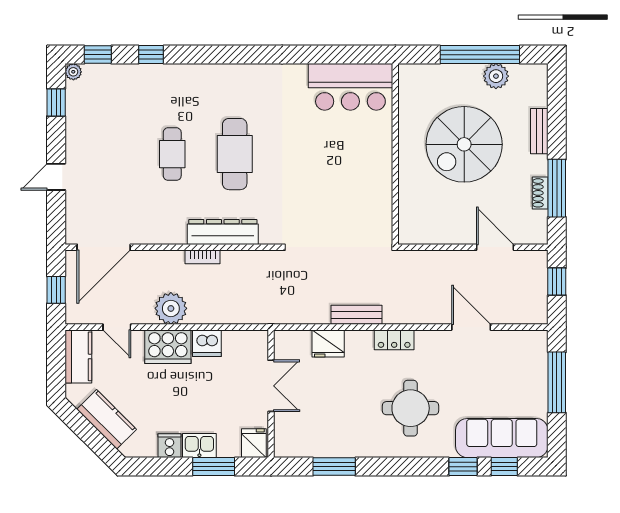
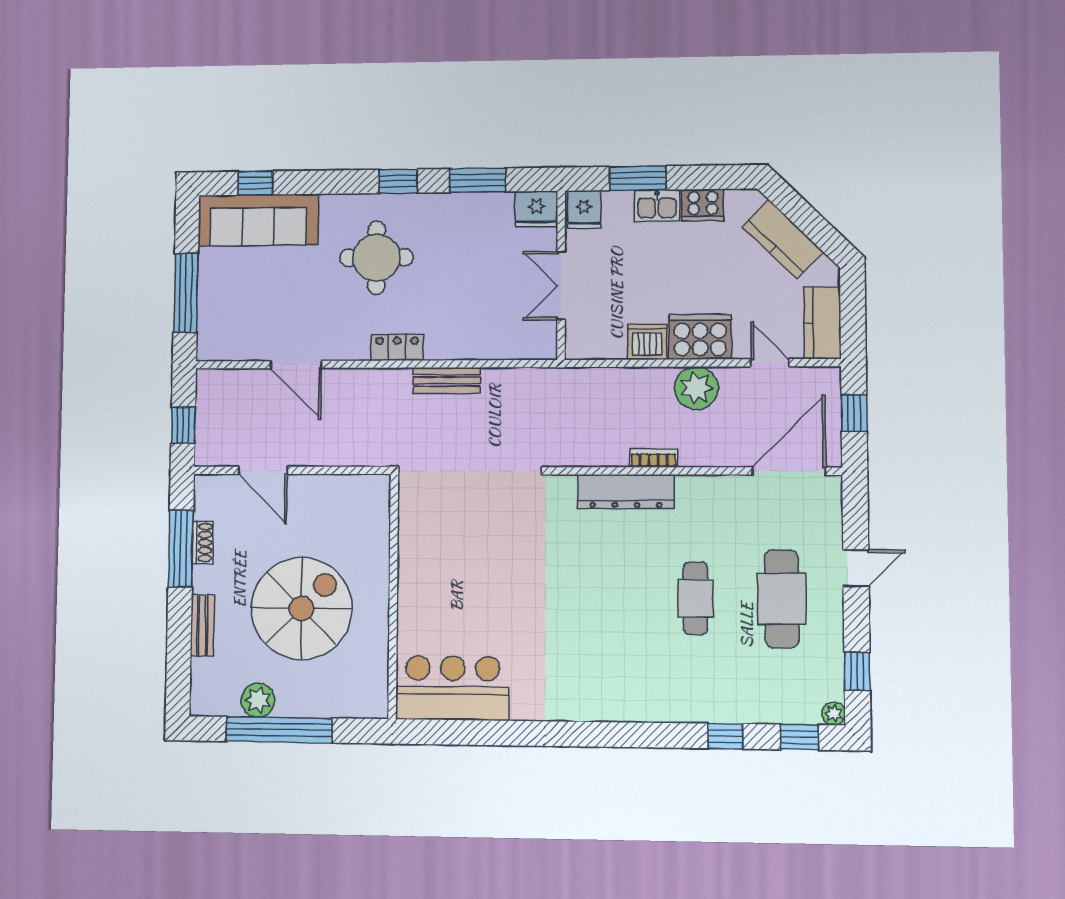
cafe table: (235, 154) -> (782, 599), moved
fridge: (328, 344) -> (536, 209), moved, turned 180
cooker: (170, 446) -> (703, 205), width x1.36
window: (463, 467) -> (398, 181), moved

